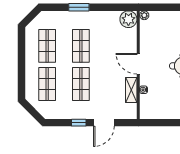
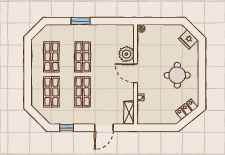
plant: (128, 19) -> (126, 54), moved
shelving: (131, 90) -> (129, 113), moved
window: (79, 123) -> (67, 128), moved

